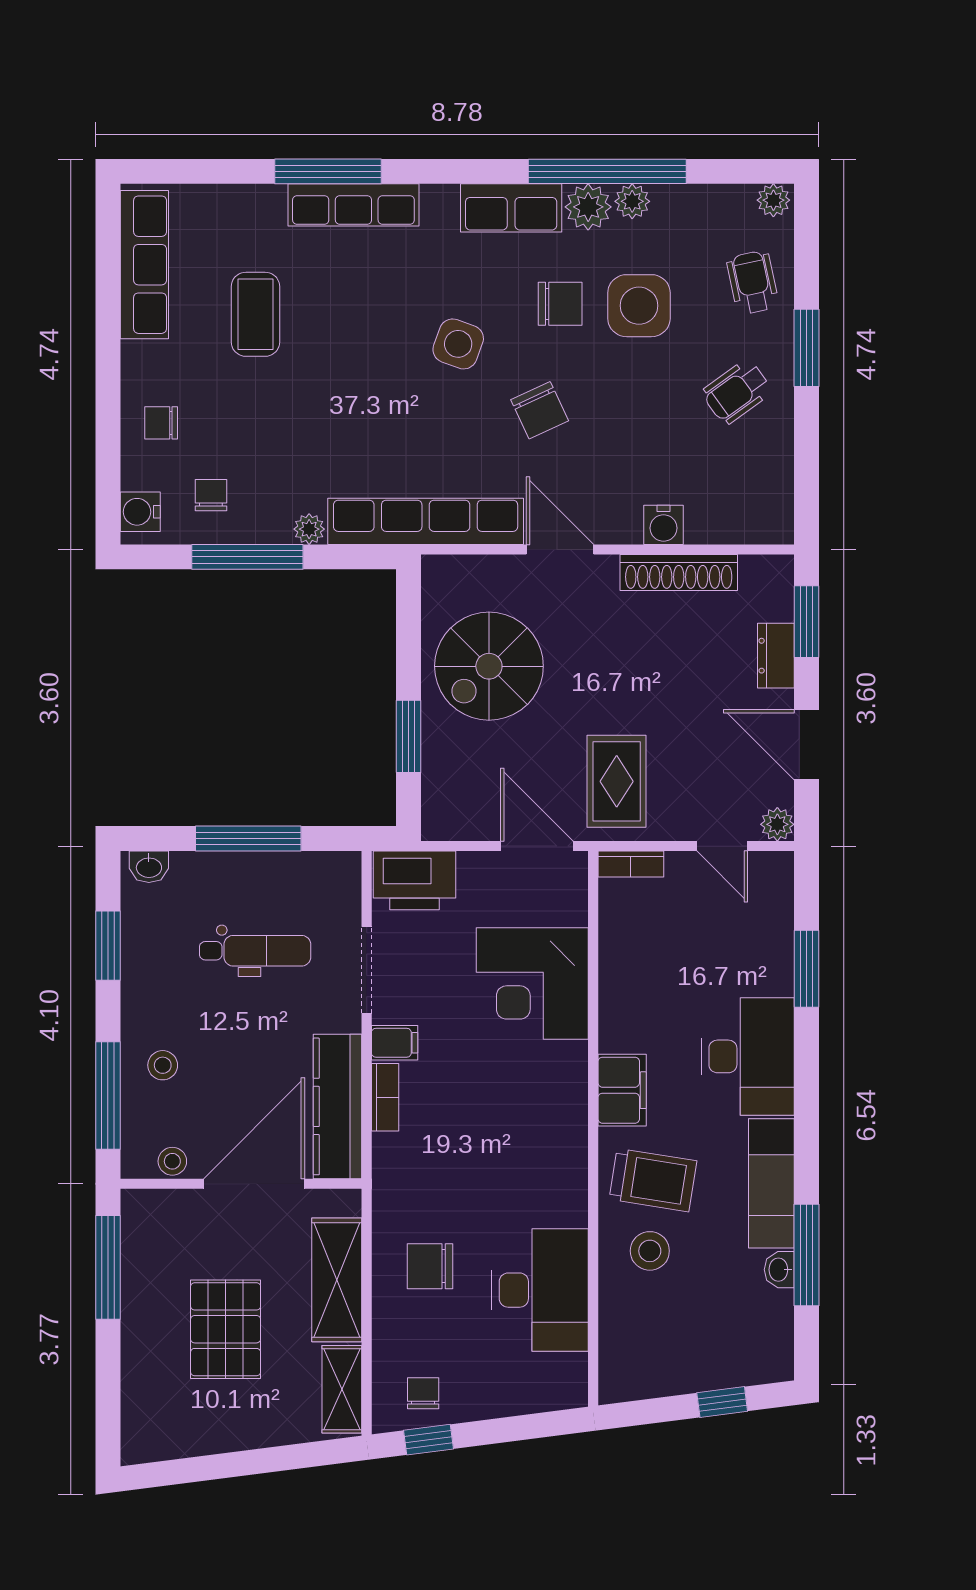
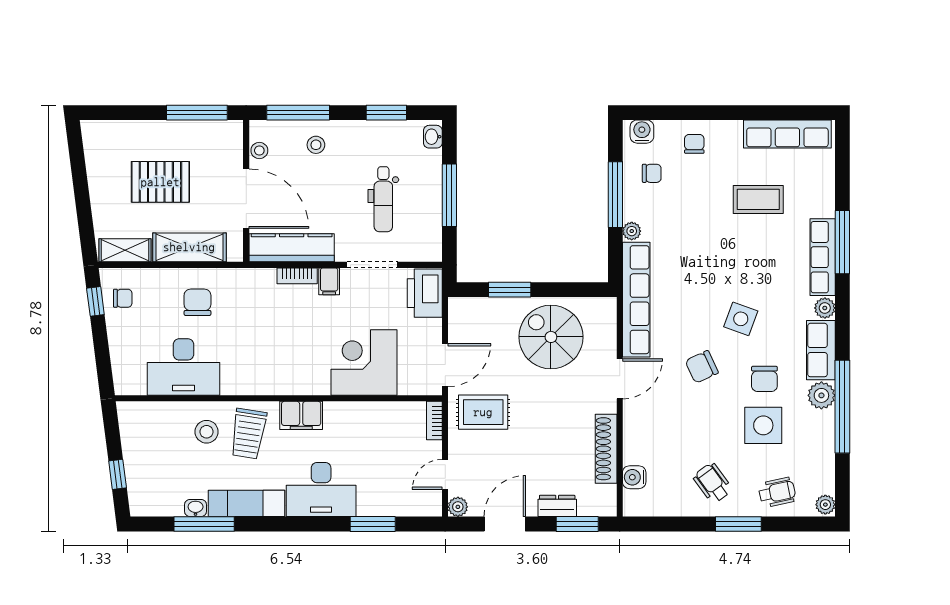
plant: (632, 201) -> (825, 308), moved
water cooler: (664, 525) -> (634, 477), moved

